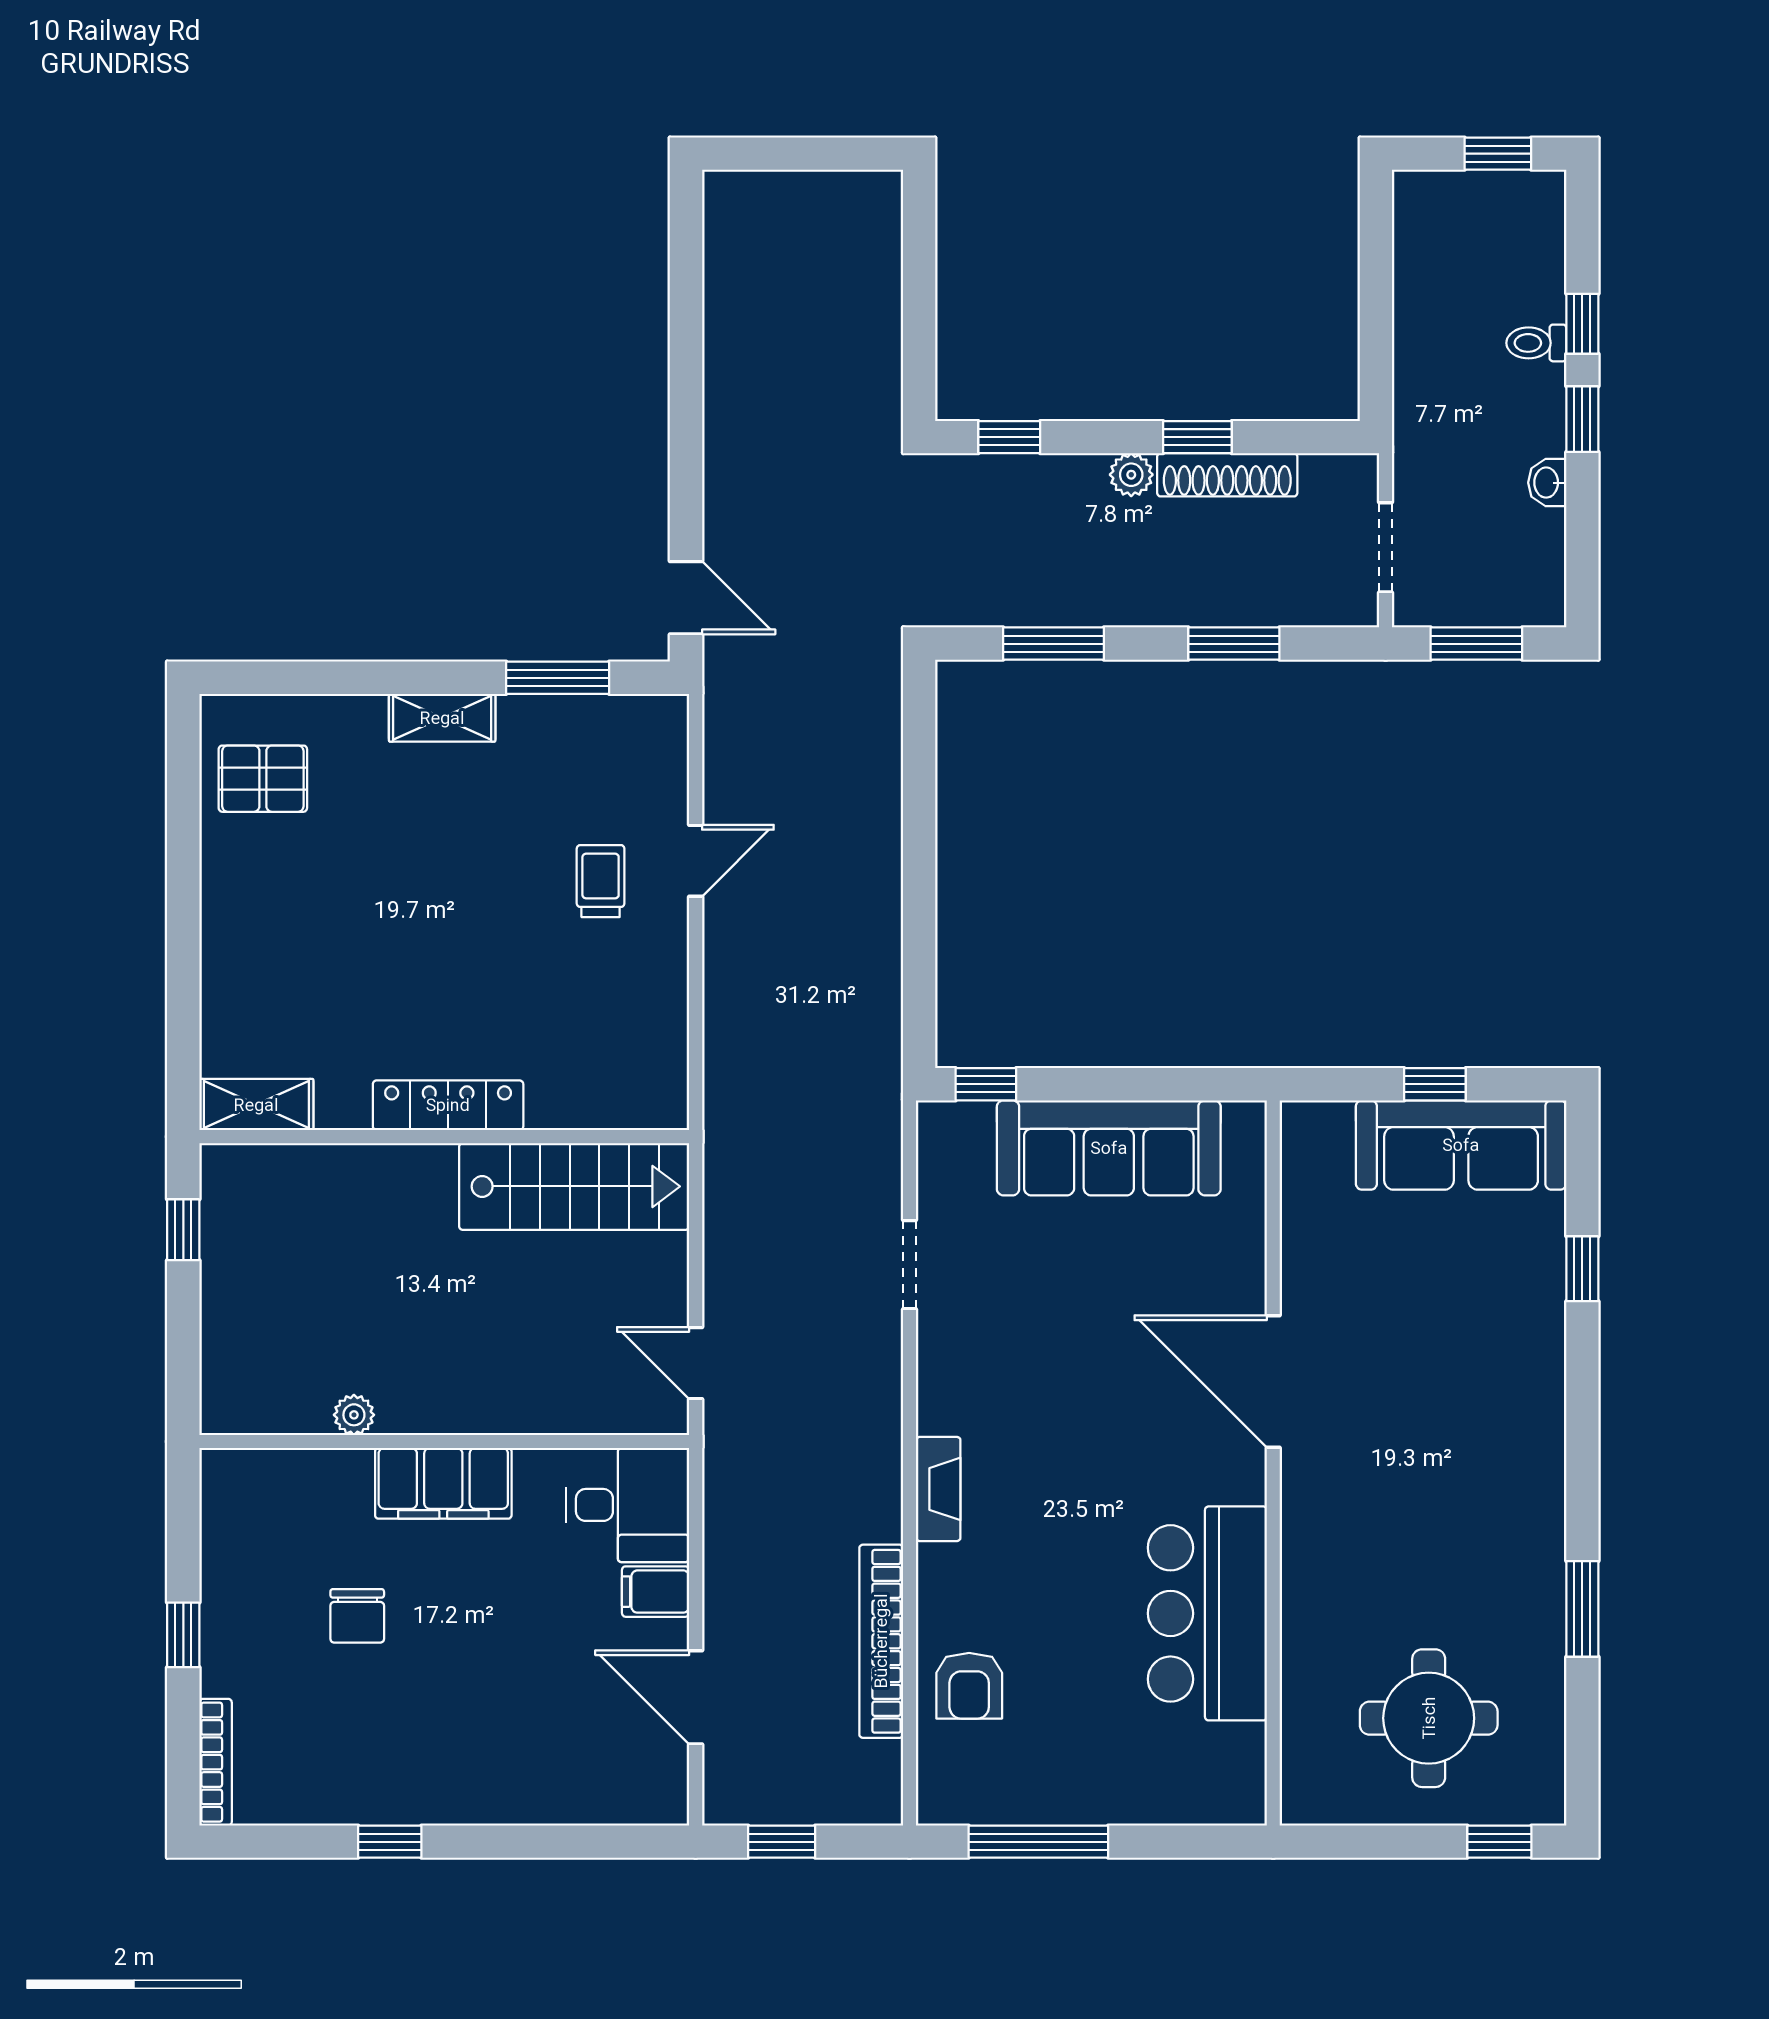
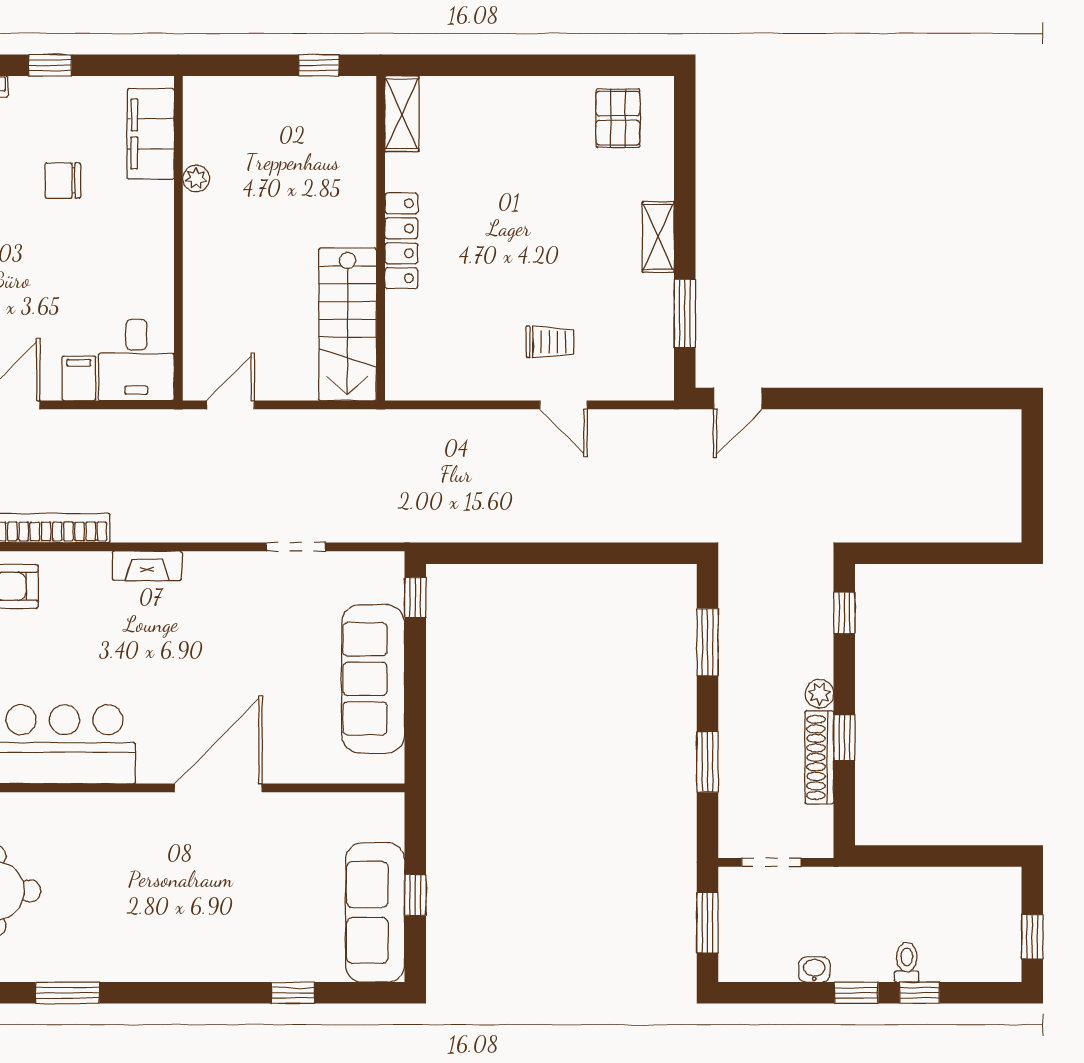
filing cabinet: (443, 1483) -> (151, 134), moved

